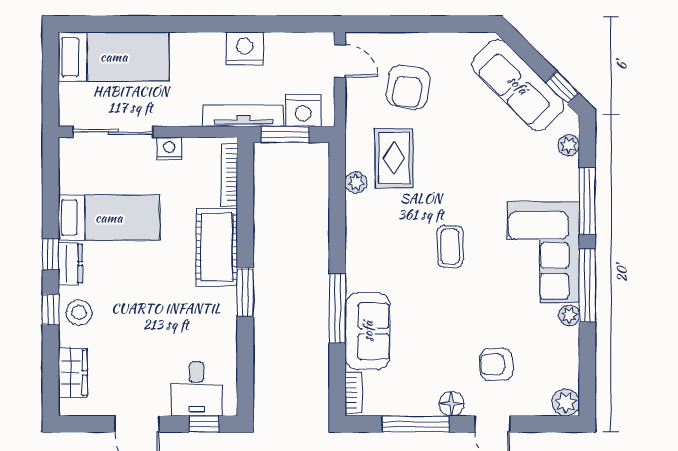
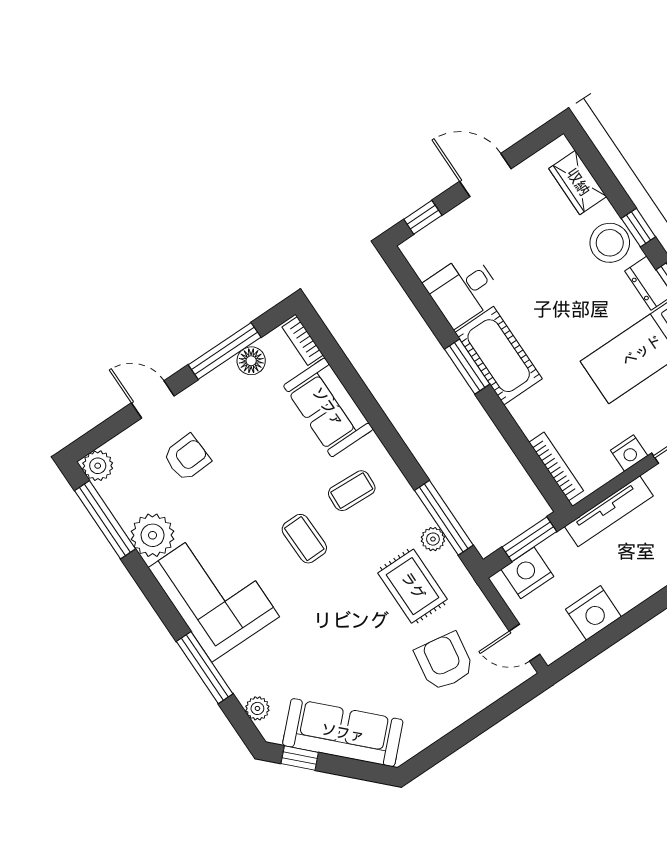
nightstand: (245, 49) -> (593, 613), moved
tv unit: (243, 116) -> (609, 511), moved
cot: (217, 247) -> (499, 356), moved
coffee table: (392, 258) -> (352, 491), added
window: (587, 285) -> (105, 520), moved
window: (337, 309) -> (444, 518), moved
stool: (79, 313) -> (610, 243), width x1.38, depth x1.38
plant: (569, 315) -> (153, 535), width x1.88, depth x1.88
desk: (197, 389) -> (463, 290), moved, turned -90
floor lamp: (452, 404) -> (251, 361), moved

